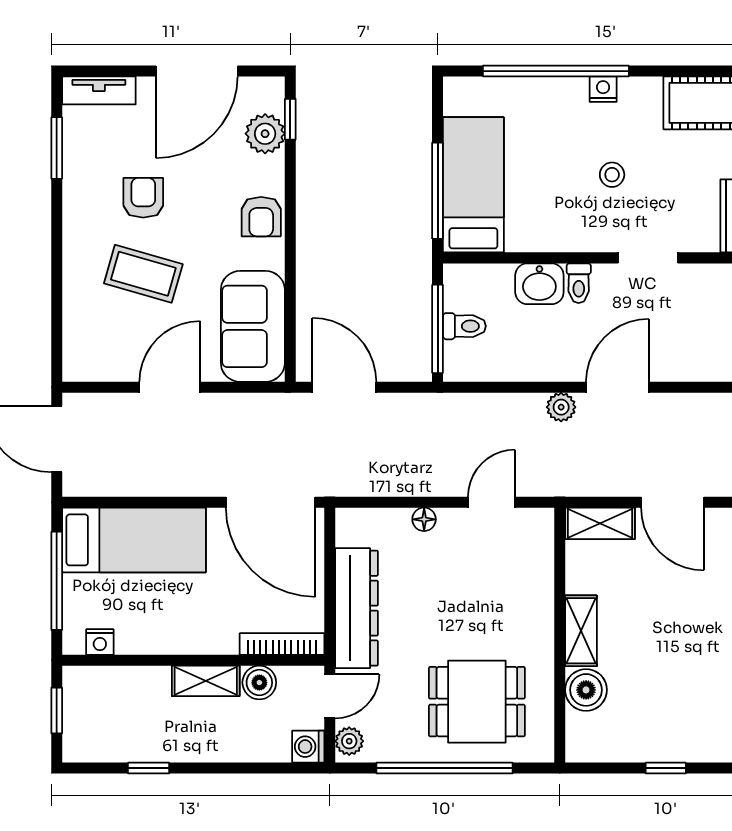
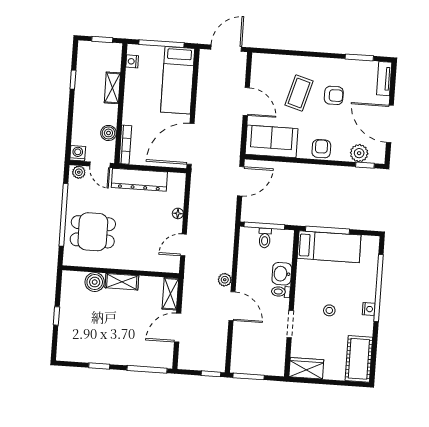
armchair: (261, 217) -> (321, 149), turned 90
door: (492, 502) -> (183, 245), swing flipped
shelving: (206, 681) -> (112, 88), moved
dining table: (477, 702) -> (93, 232), turned 90

